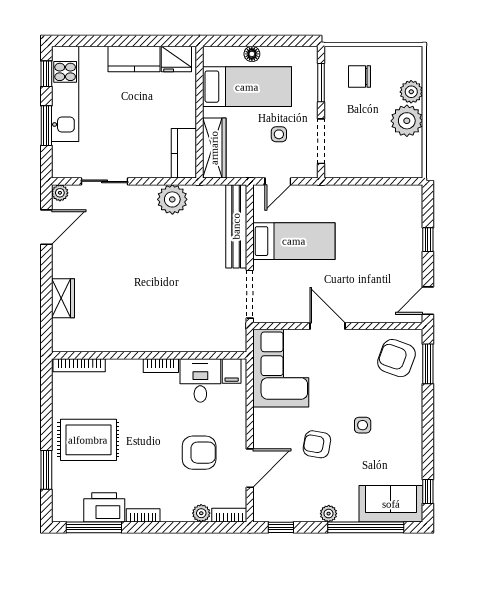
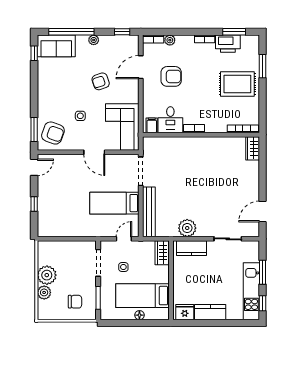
wardrobe: (214, 148) -> (162, 253), width x0.67
kitchen counter: (184, 153) -> (192, 248), moved, turned 90
plant: (60, 193) -> (254, 232), removed
wardrobe: (63, 298) -> (253, 148), moved
side table: (363, 425) -> (80, 116), moved
armchair: (317, 444) -> (101, 81), turned 151
armchair: (199, 453) -> (171, 76), turned 180
window: (94, 527) -> (234, 32), width x0.69

